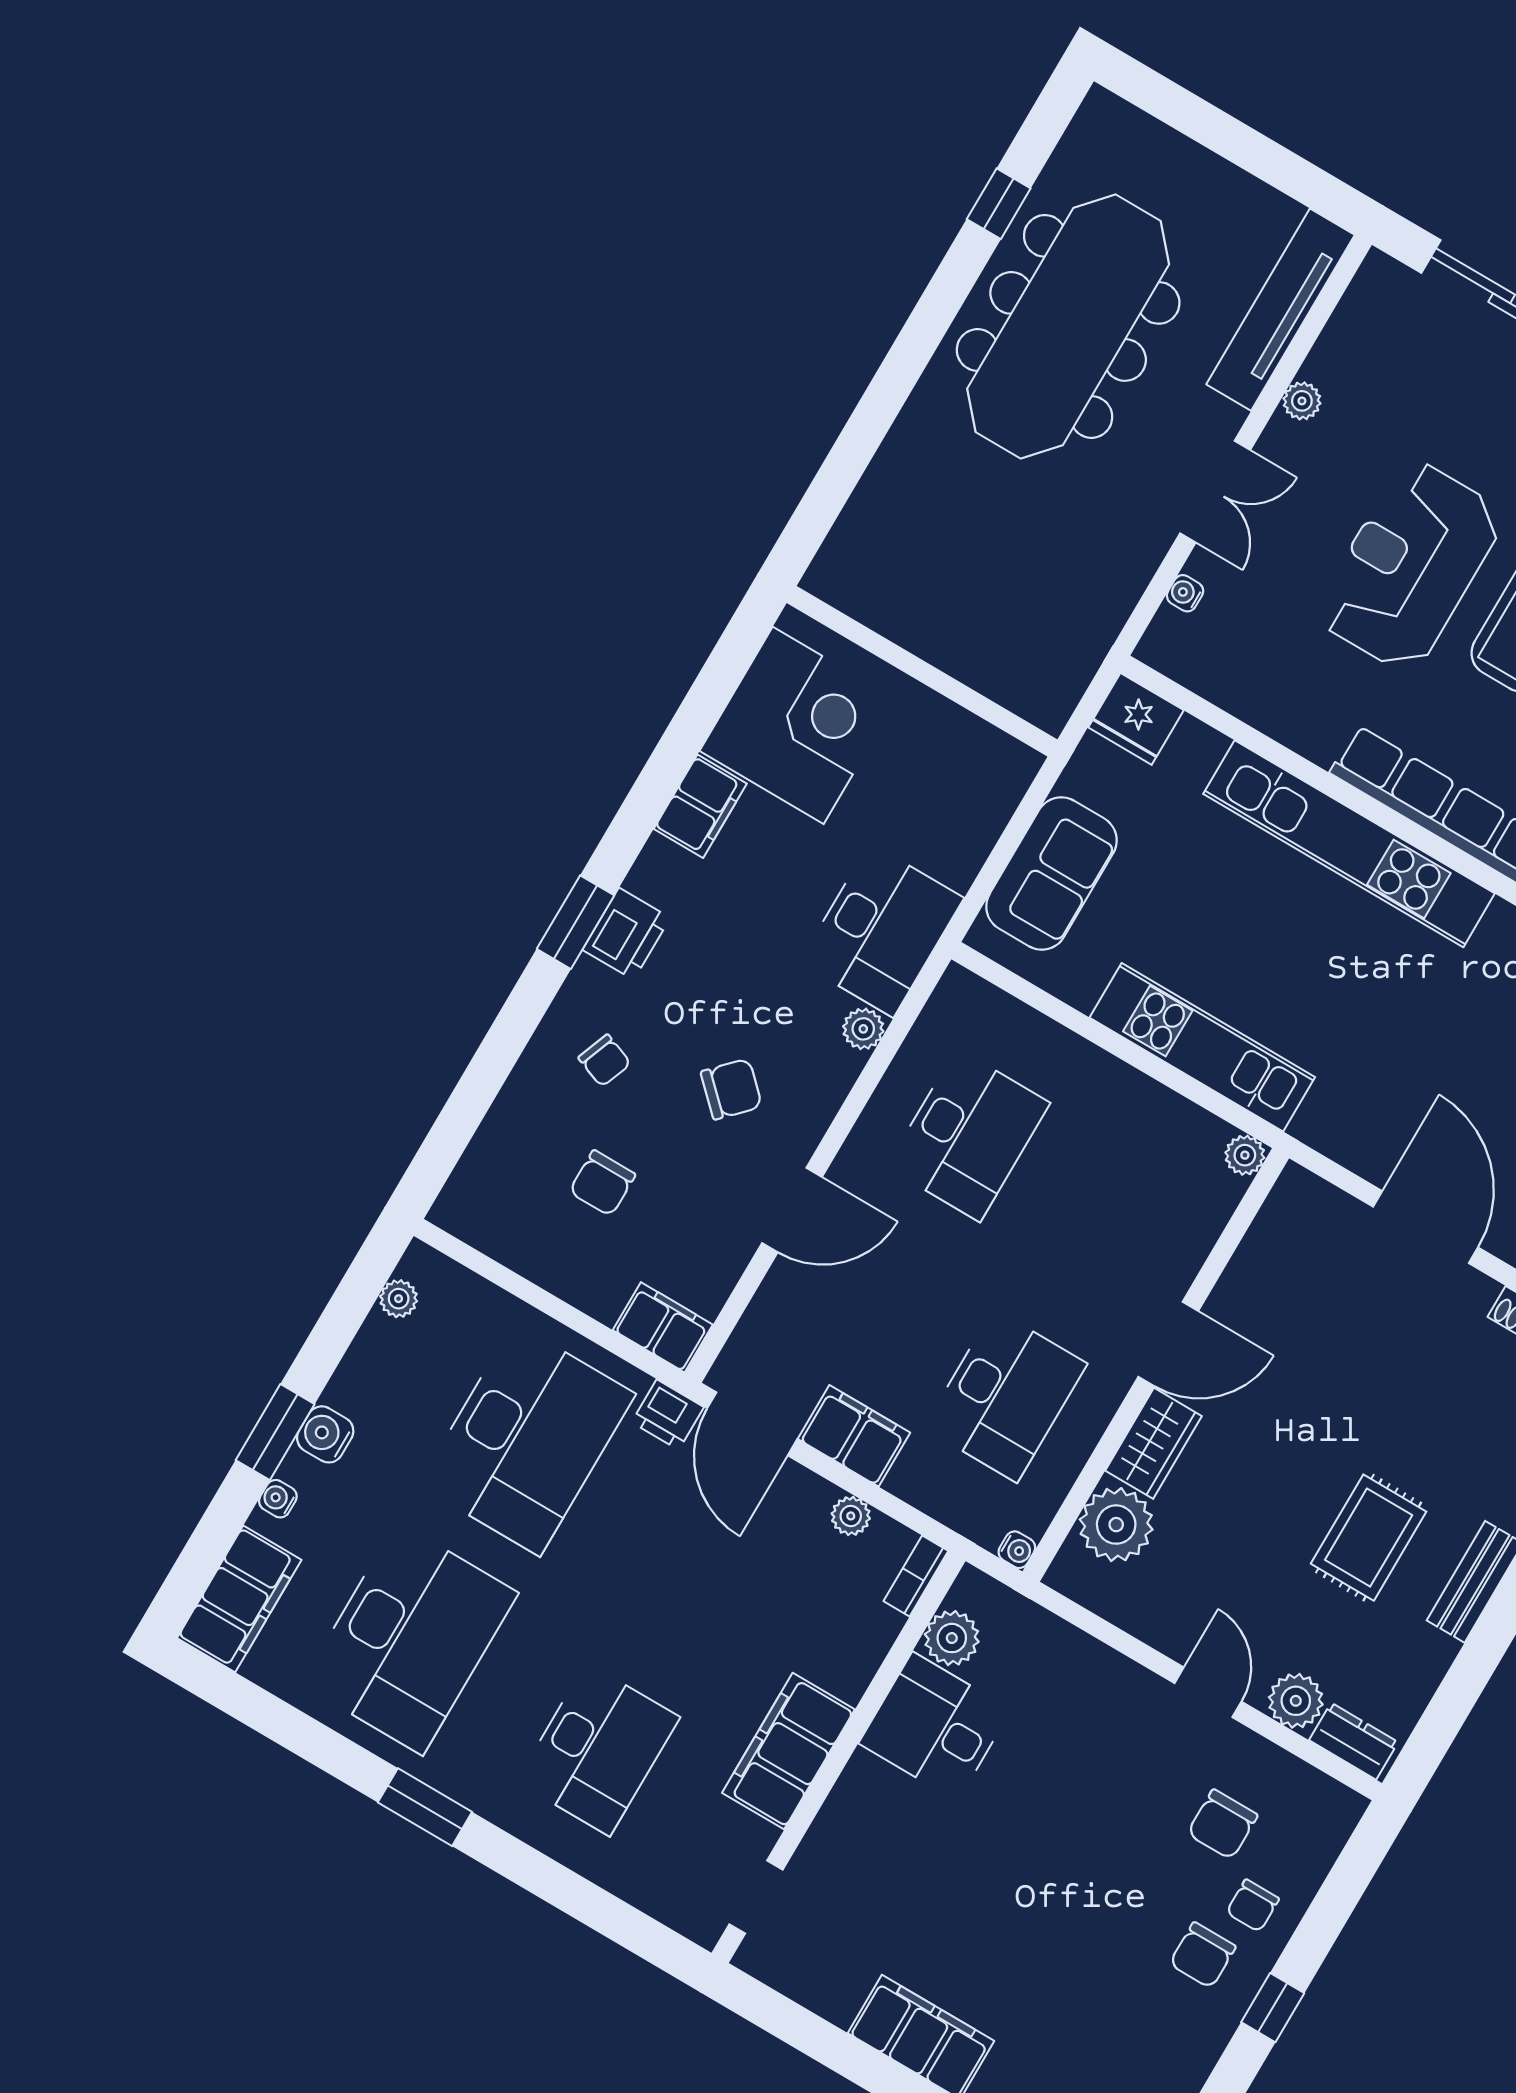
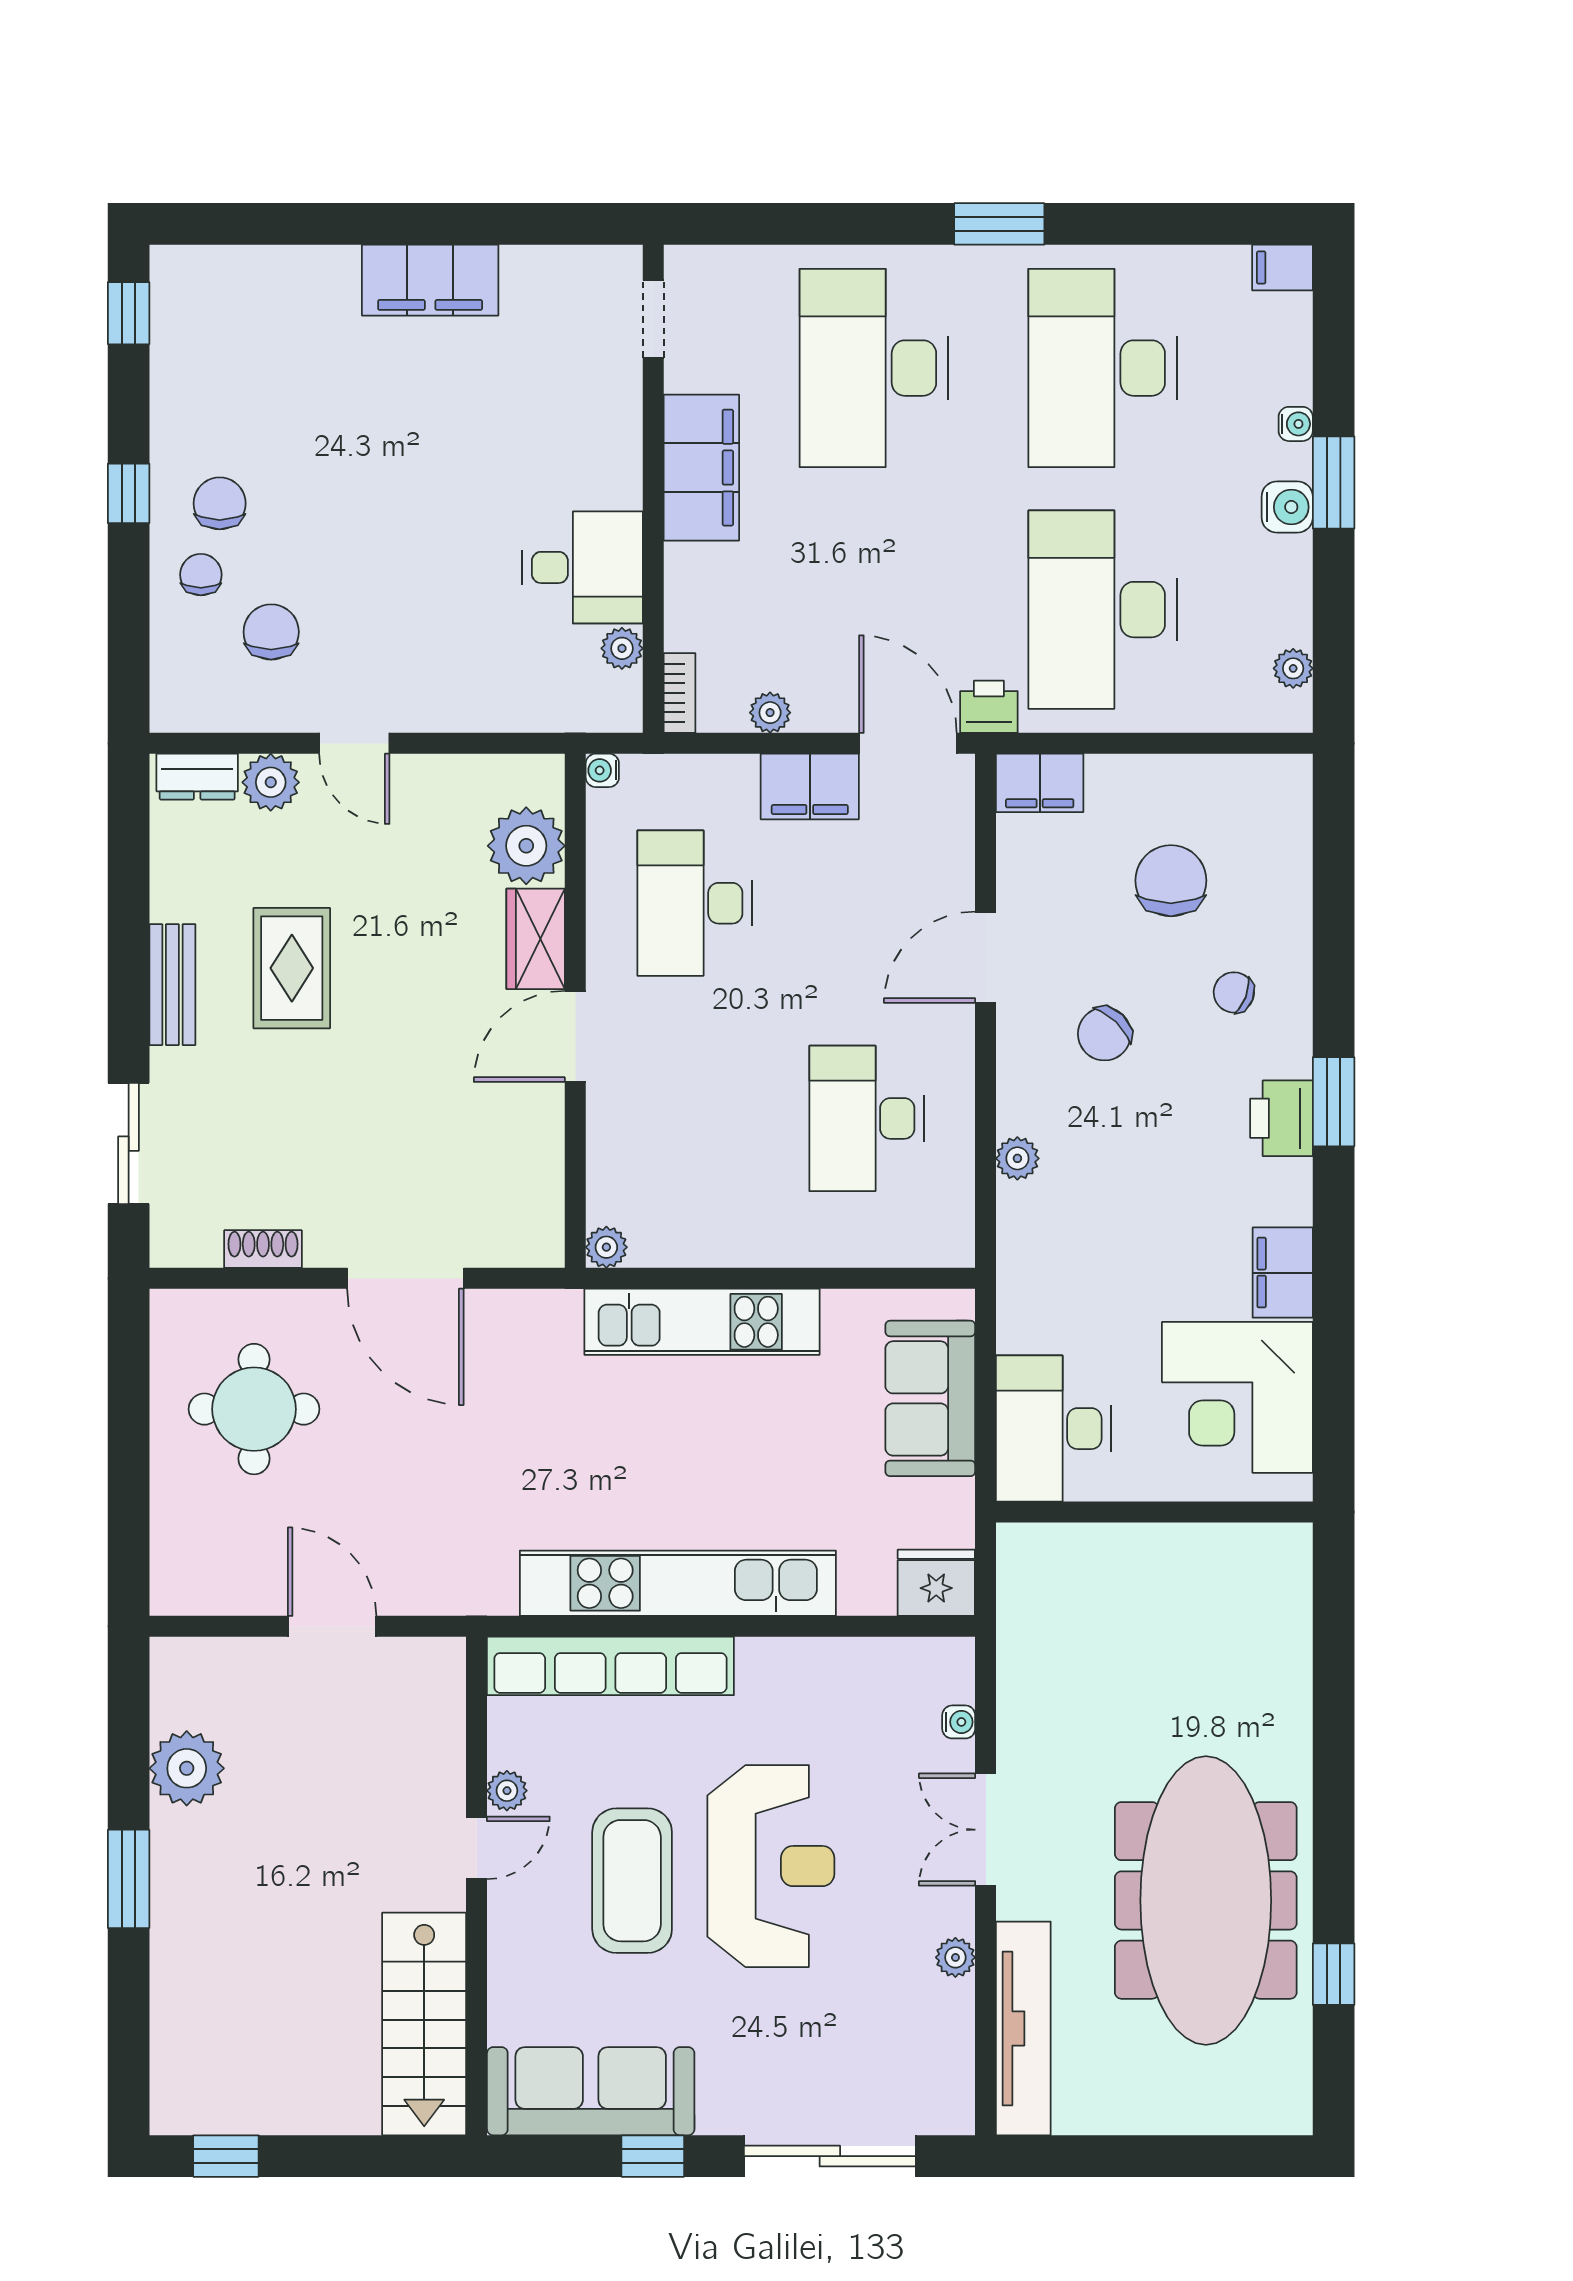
desk: (882, 930) -> (1053, 1429), moved
chair: (602, 1183) -> (1171, 881), width x1.37, depth x1.37
filing cabinet: (239, 1599) -> (1282, 267), width x0.33, depth x0.86
plant: (952, 1638) -> (622, 648), width x0.73, depth x0.73
desk: (598, 1749) -> (874, 368), width x1.36, depth x1.30

